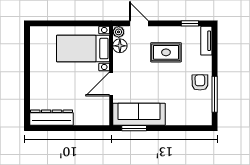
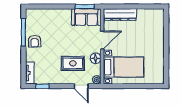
floor lamp: (120, 46) -> (96, 58), moved
rug: (166, 52) -> (73, 63), moved
sofa: (139, 114) -> (86, 17), width x0.73
dresser: (52, 118) -> (120, 15), moved

